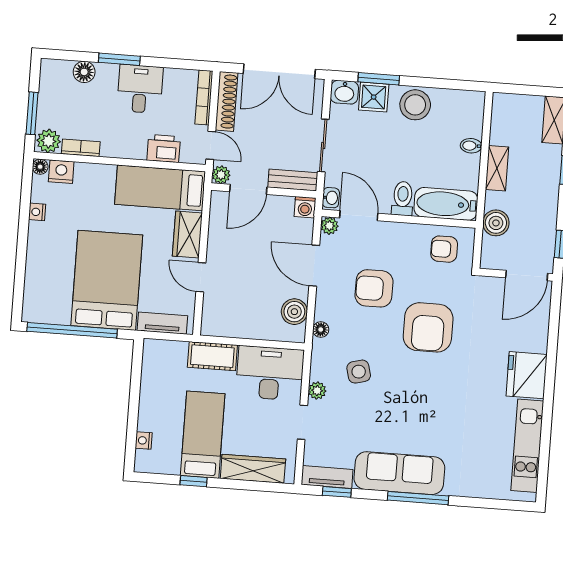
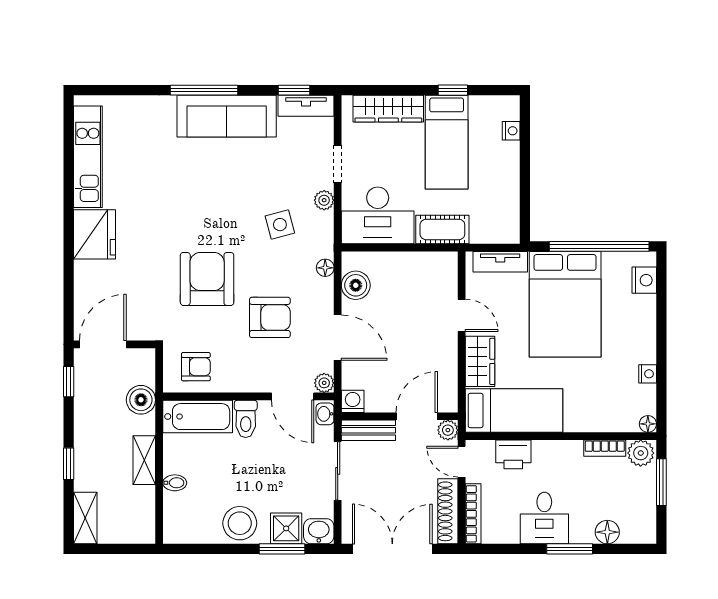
nightstand: (61, 172) -> (644, 280), moved, turned -90

